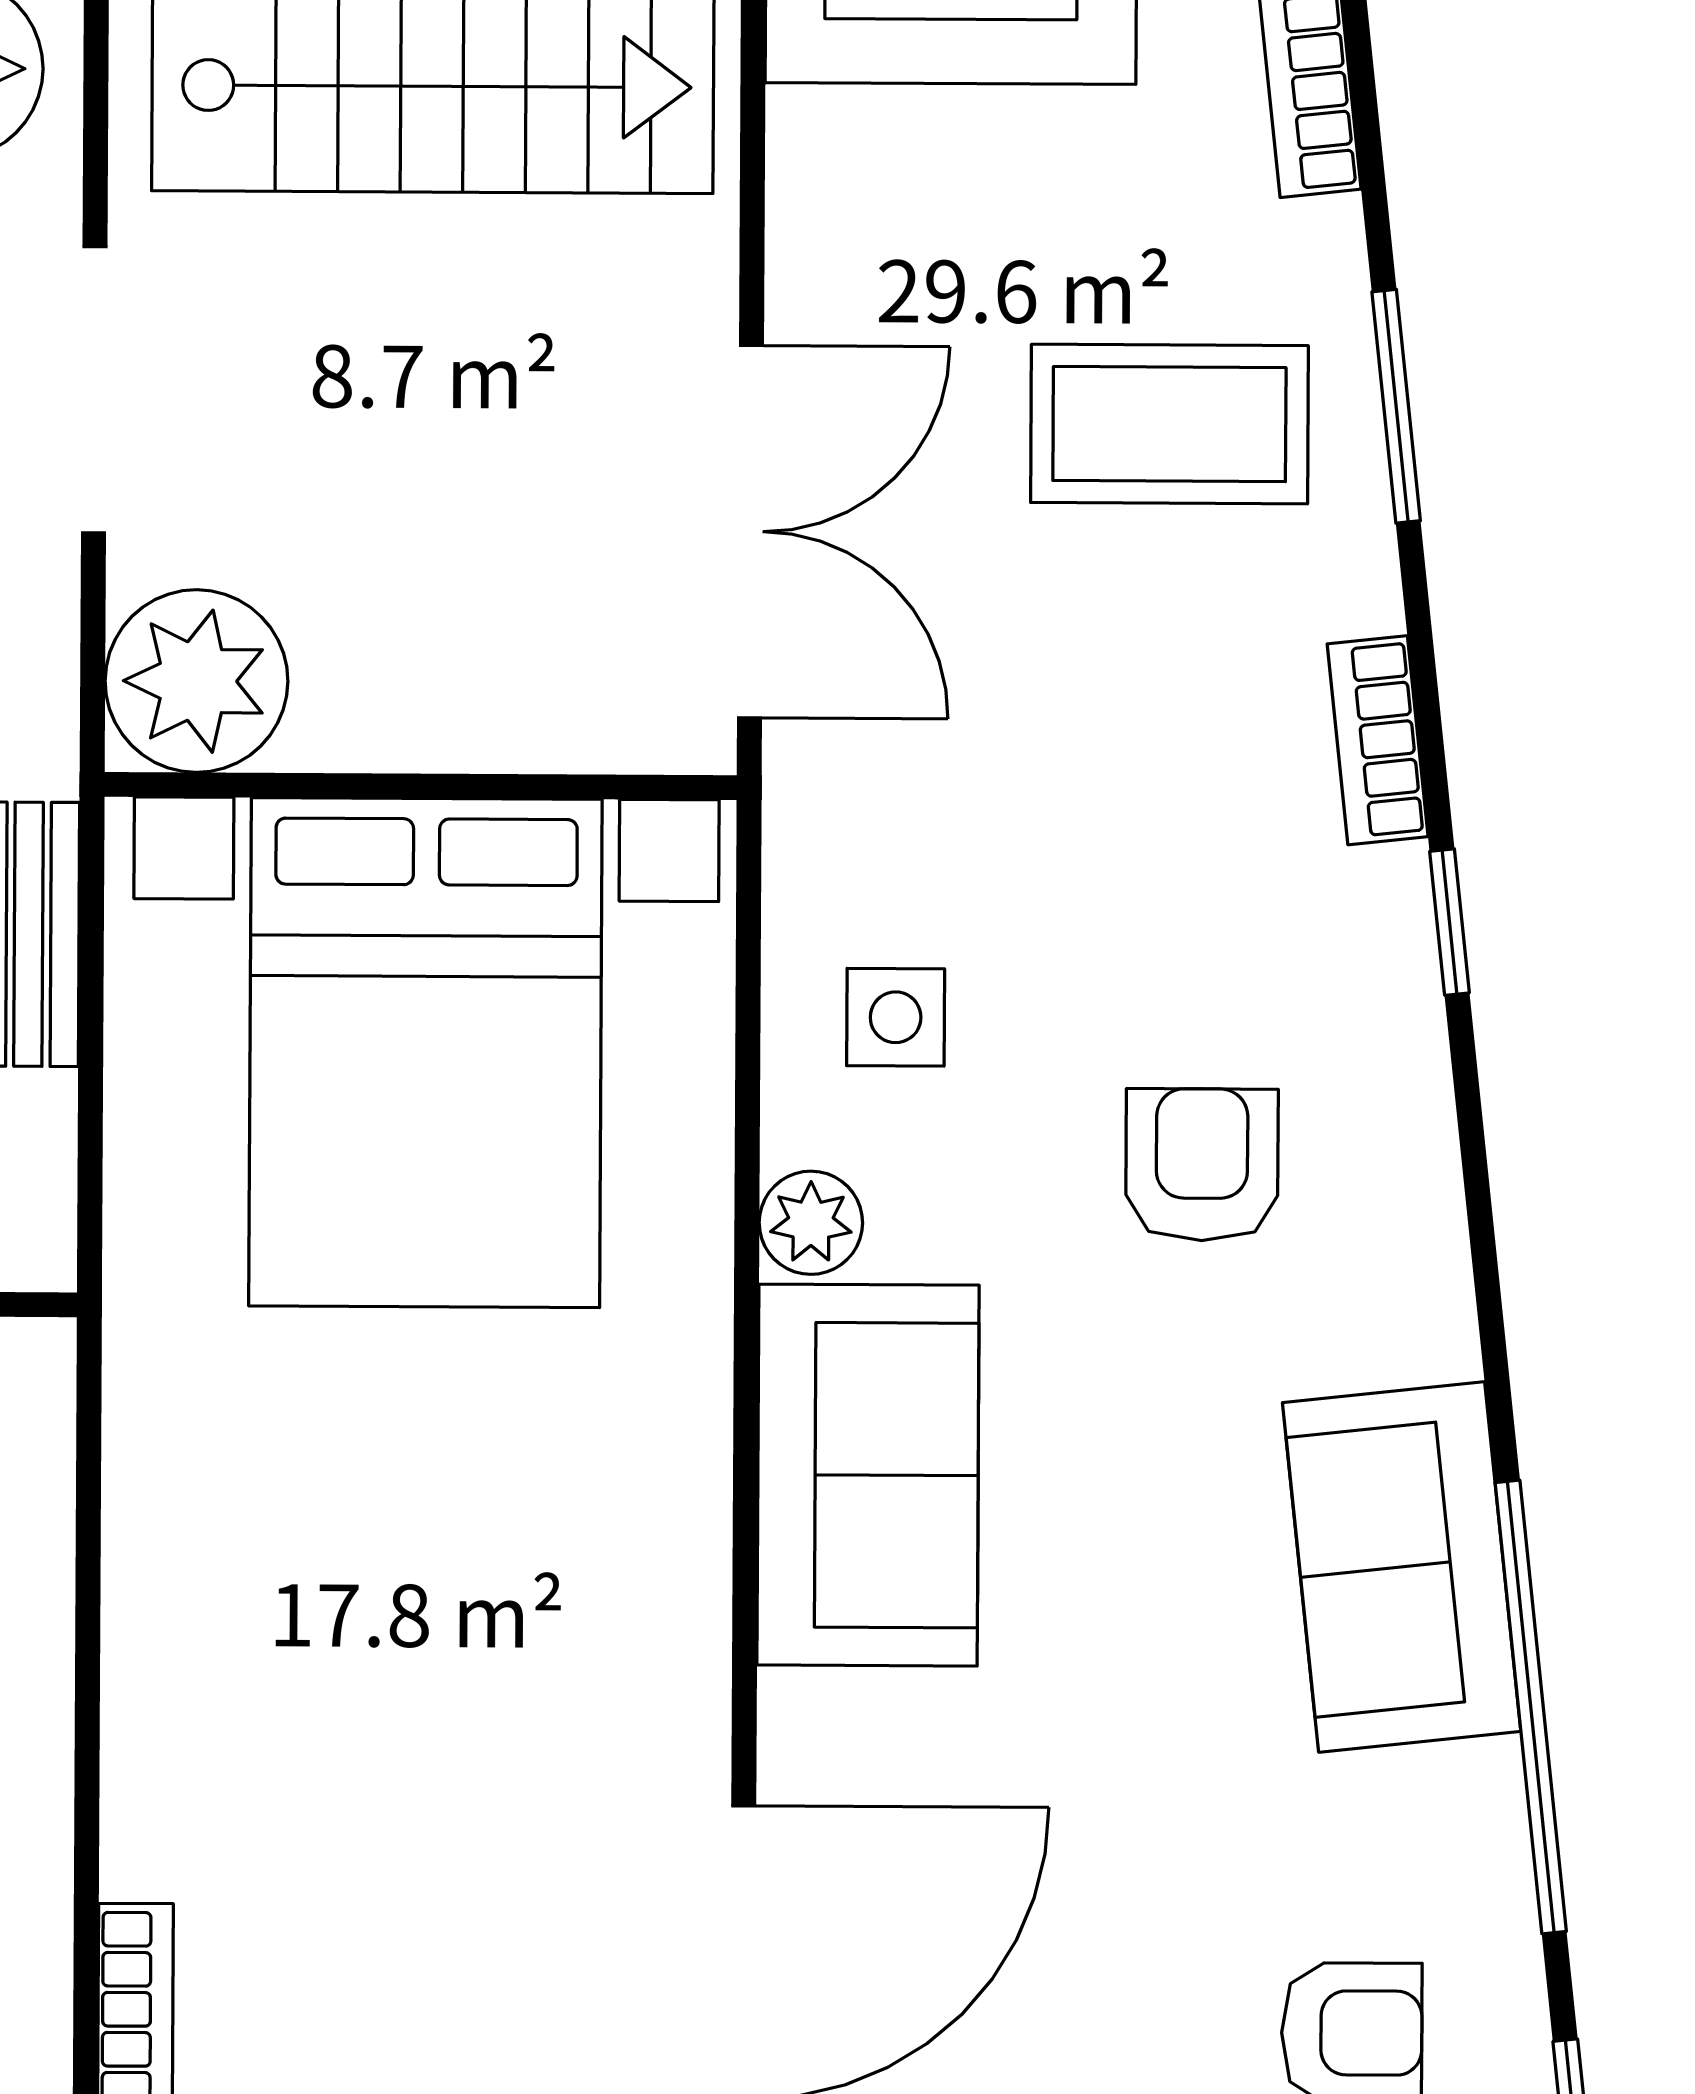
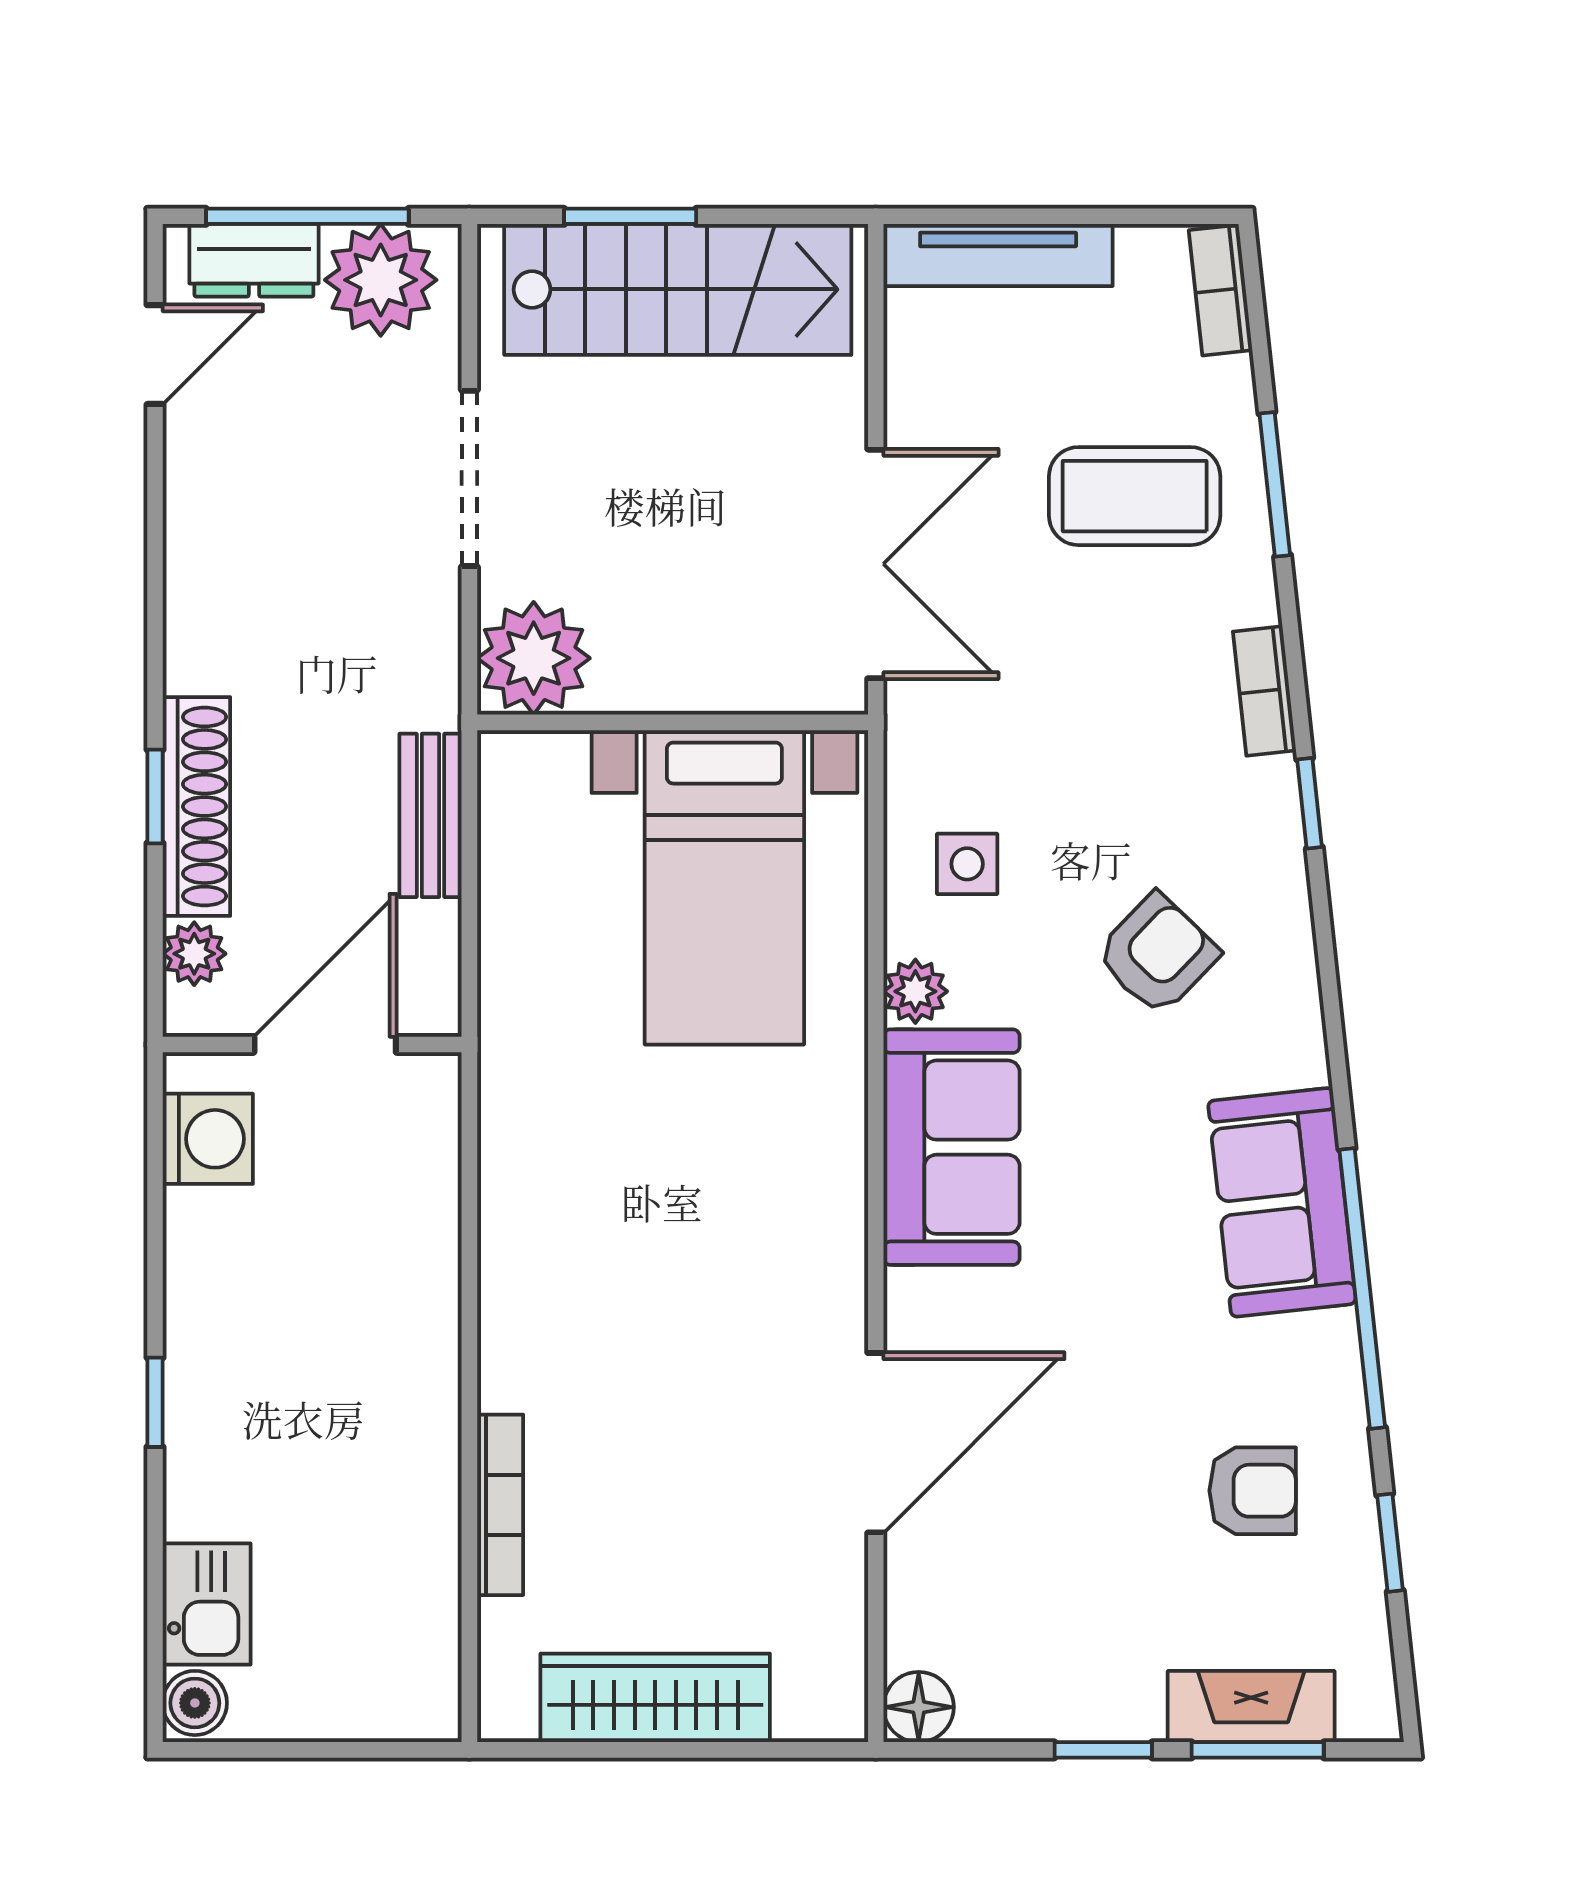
bed with nightstands: (425, 1053) -> (724, 887), width x0.73
armchair: (1202, 1165) -> (1157, 954), turned 44

